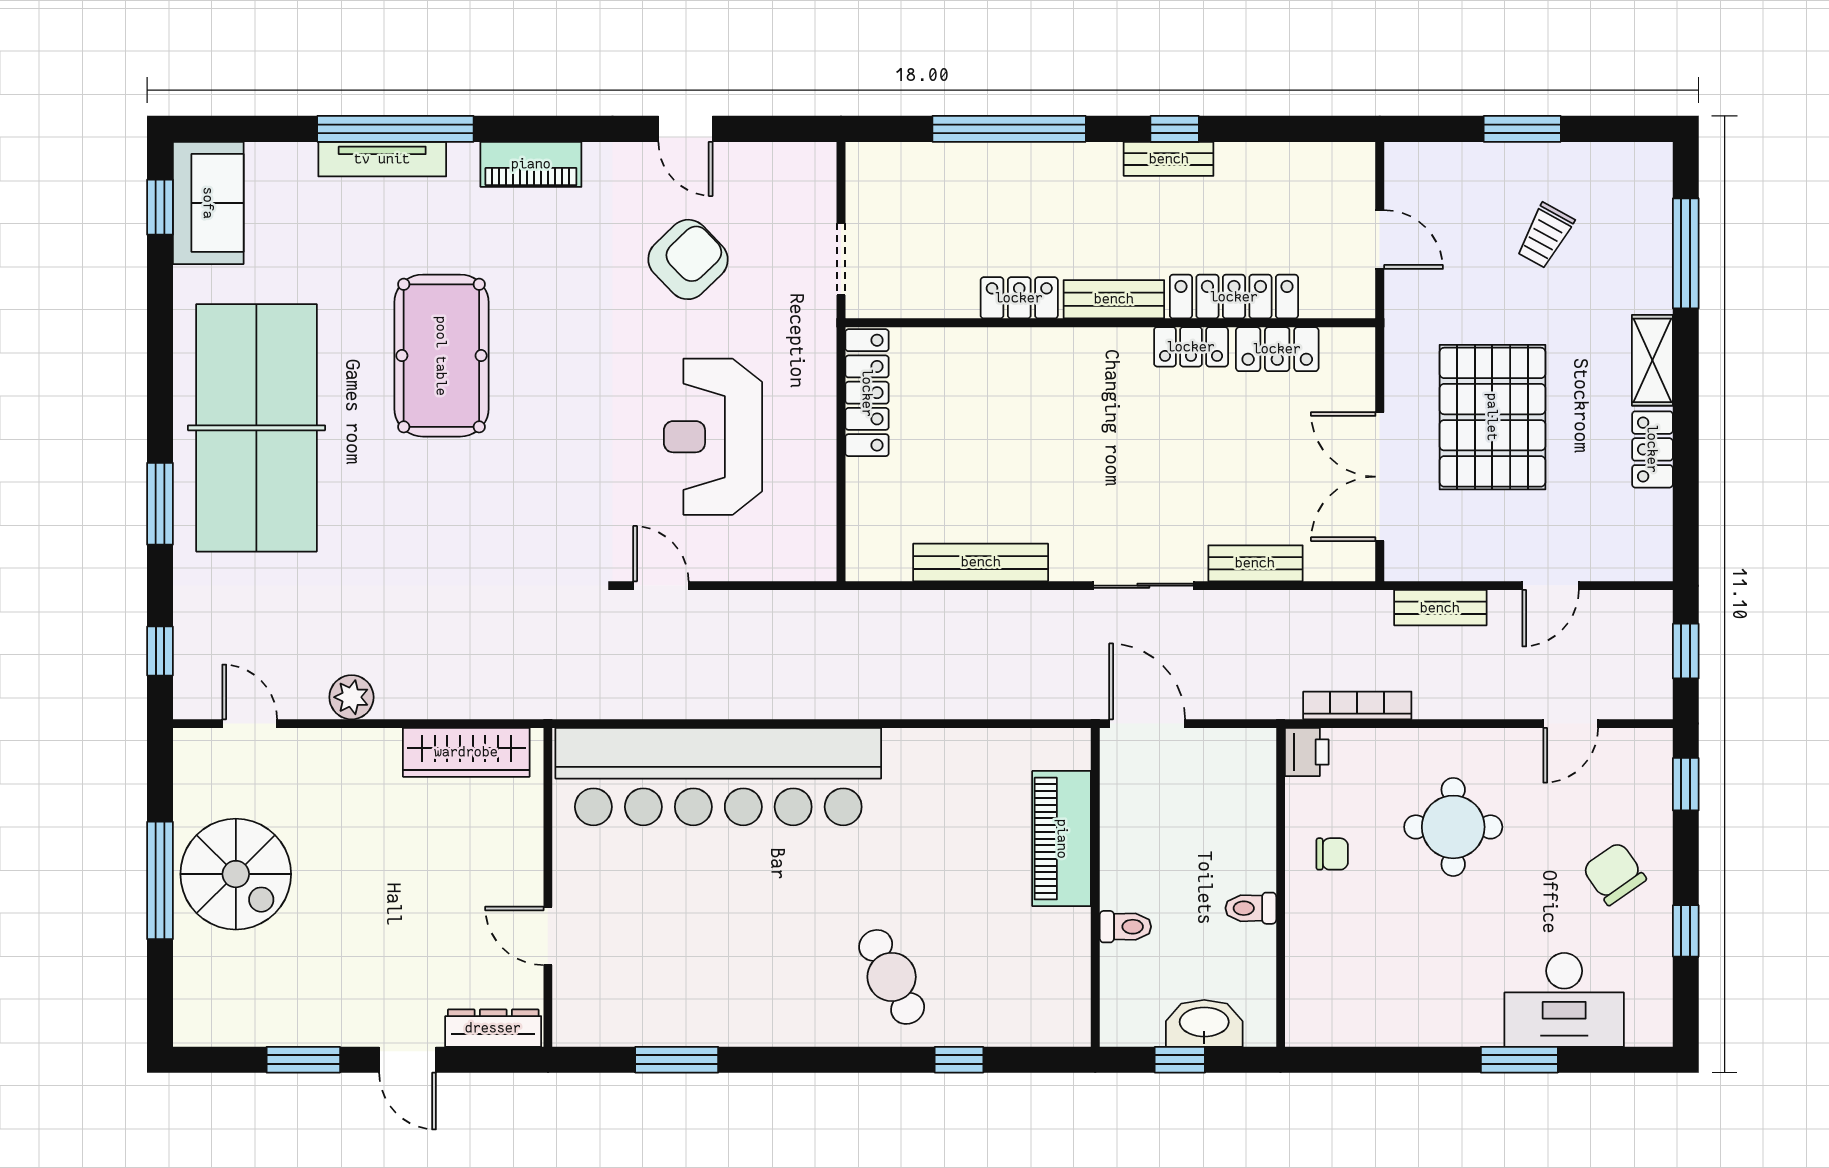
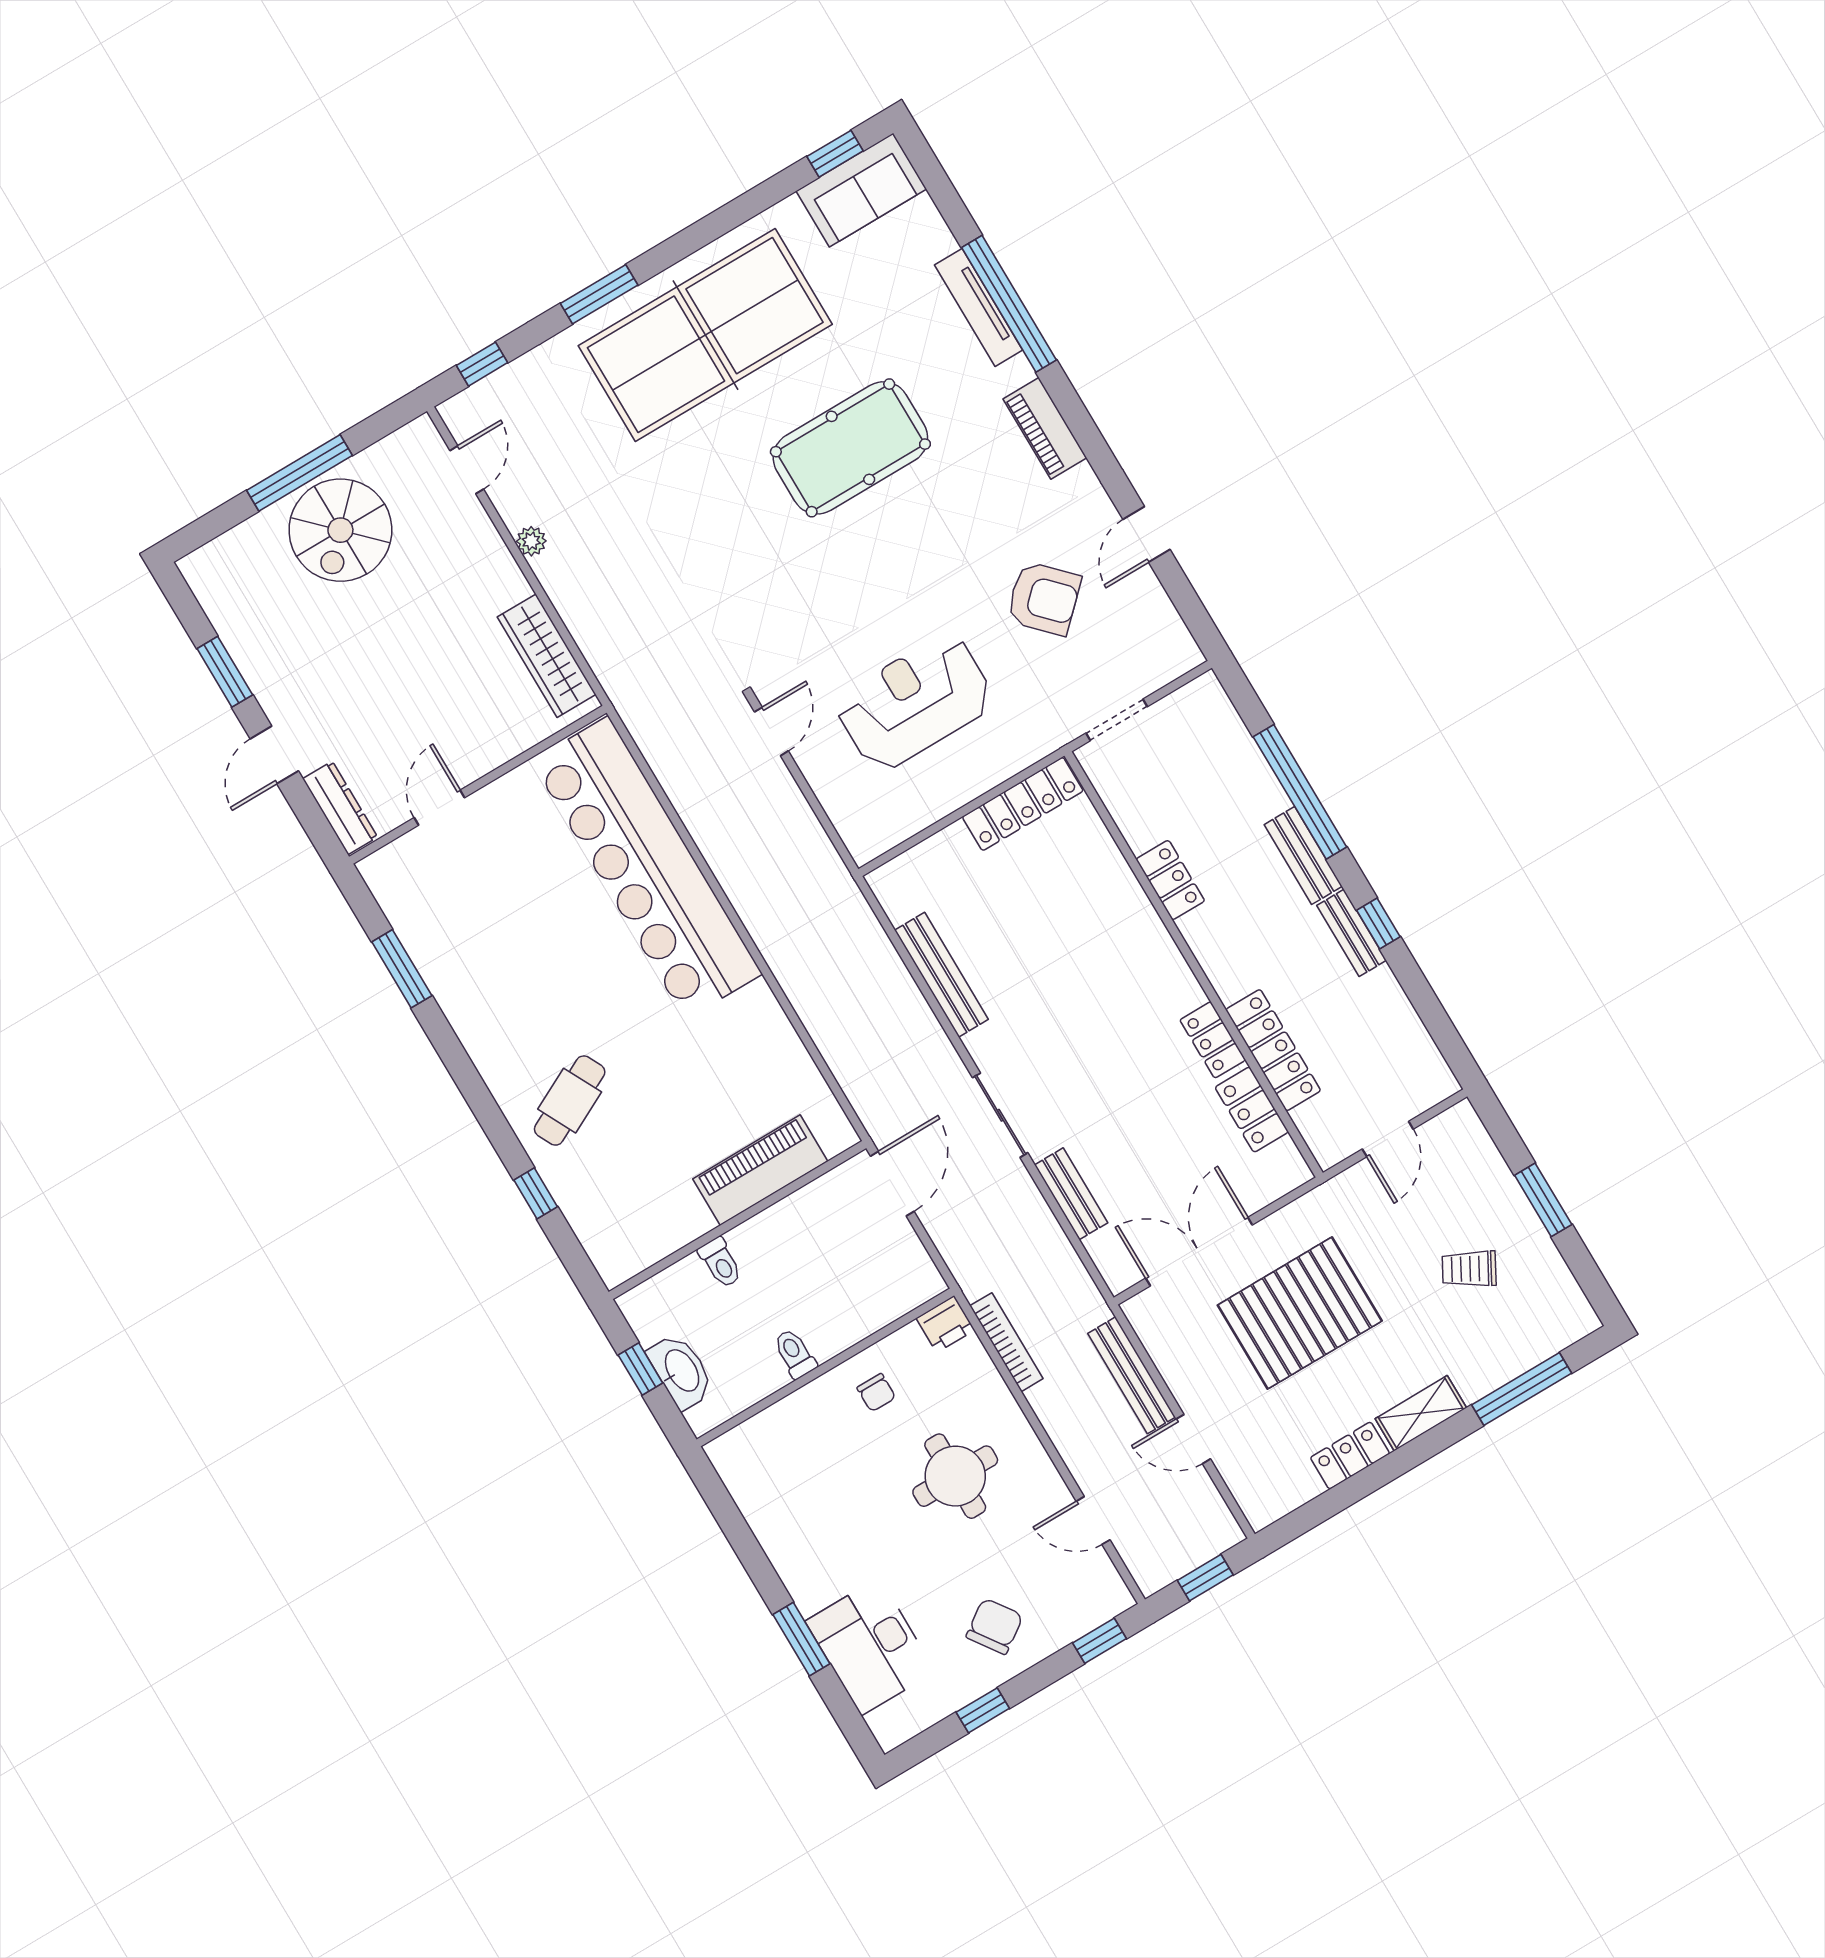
bench: (1114, 299) -> (1303, 855), moved
bench: (1440, 608) -> (1132, 1375), width x1.36
plant: (351, 697) -> (531, 541), width x0.73, depth x0.73

